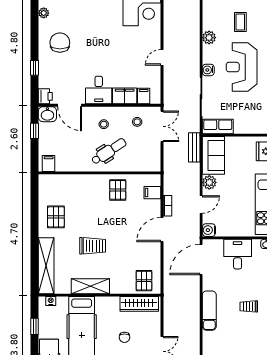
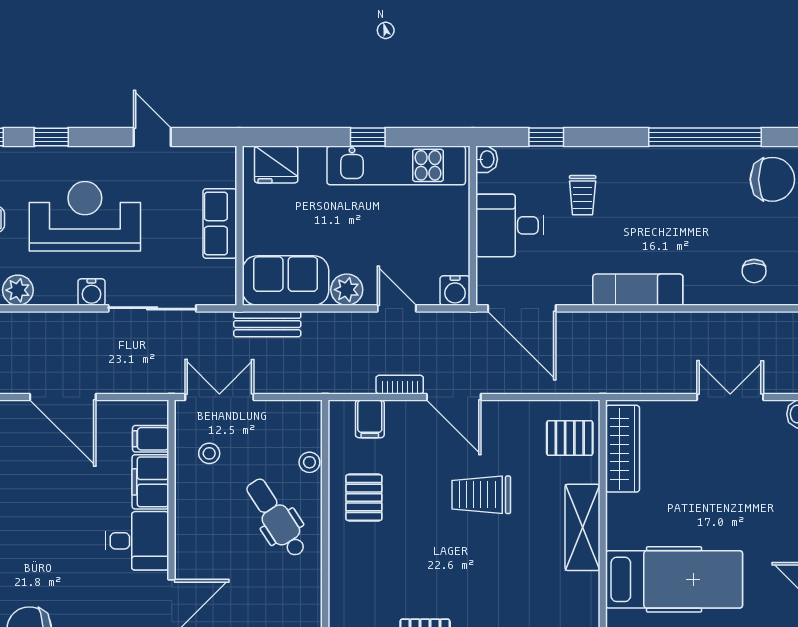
door: (162, 57) -> (63, 397), width x1.88
reception desk: (242, 67) -> (85, 216), turned 180
stool: (104, 124) -> (309, 462), moved
row of seats: (218, 127) -> (220, 223), moved
pallet: (118, 190) -> (364, 498), turned 90
trolley: (93, 246) -> (481, 495), moved, turned -90
shelving: (90, 286) -> (583, 527), moved
trolley: (249, 306) -> (583, 195), moved
chair: (124, 337) -> (698, 482), removed

